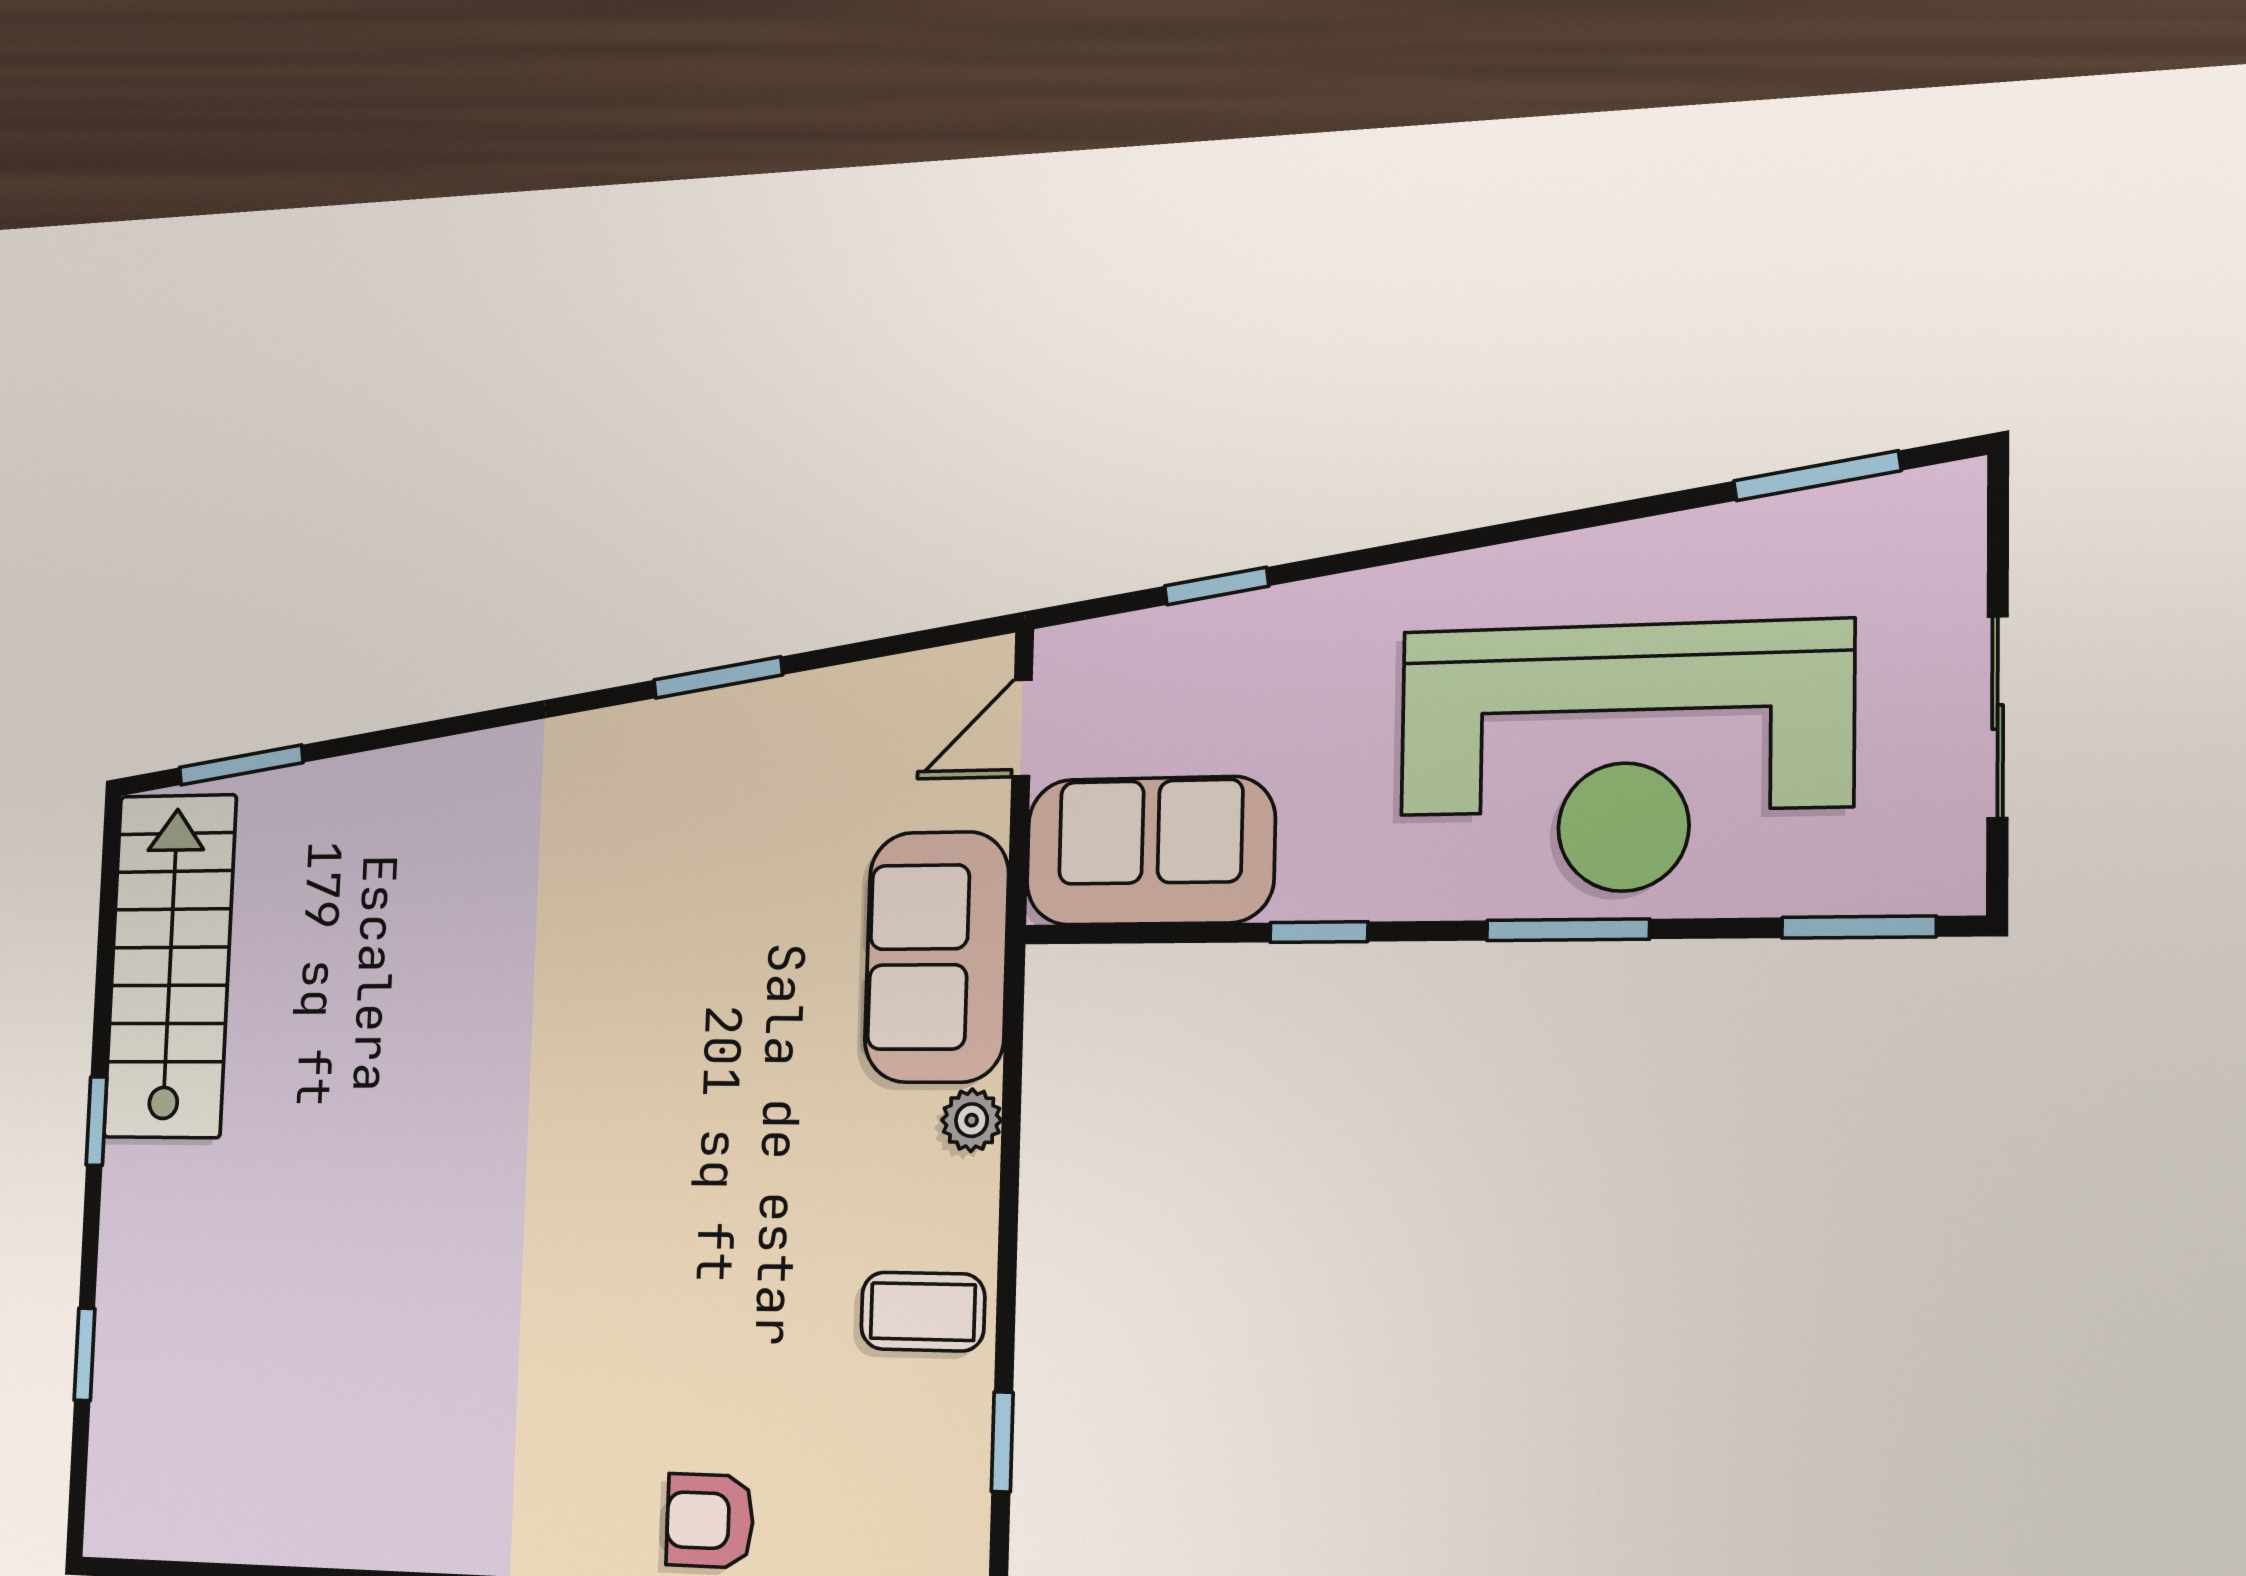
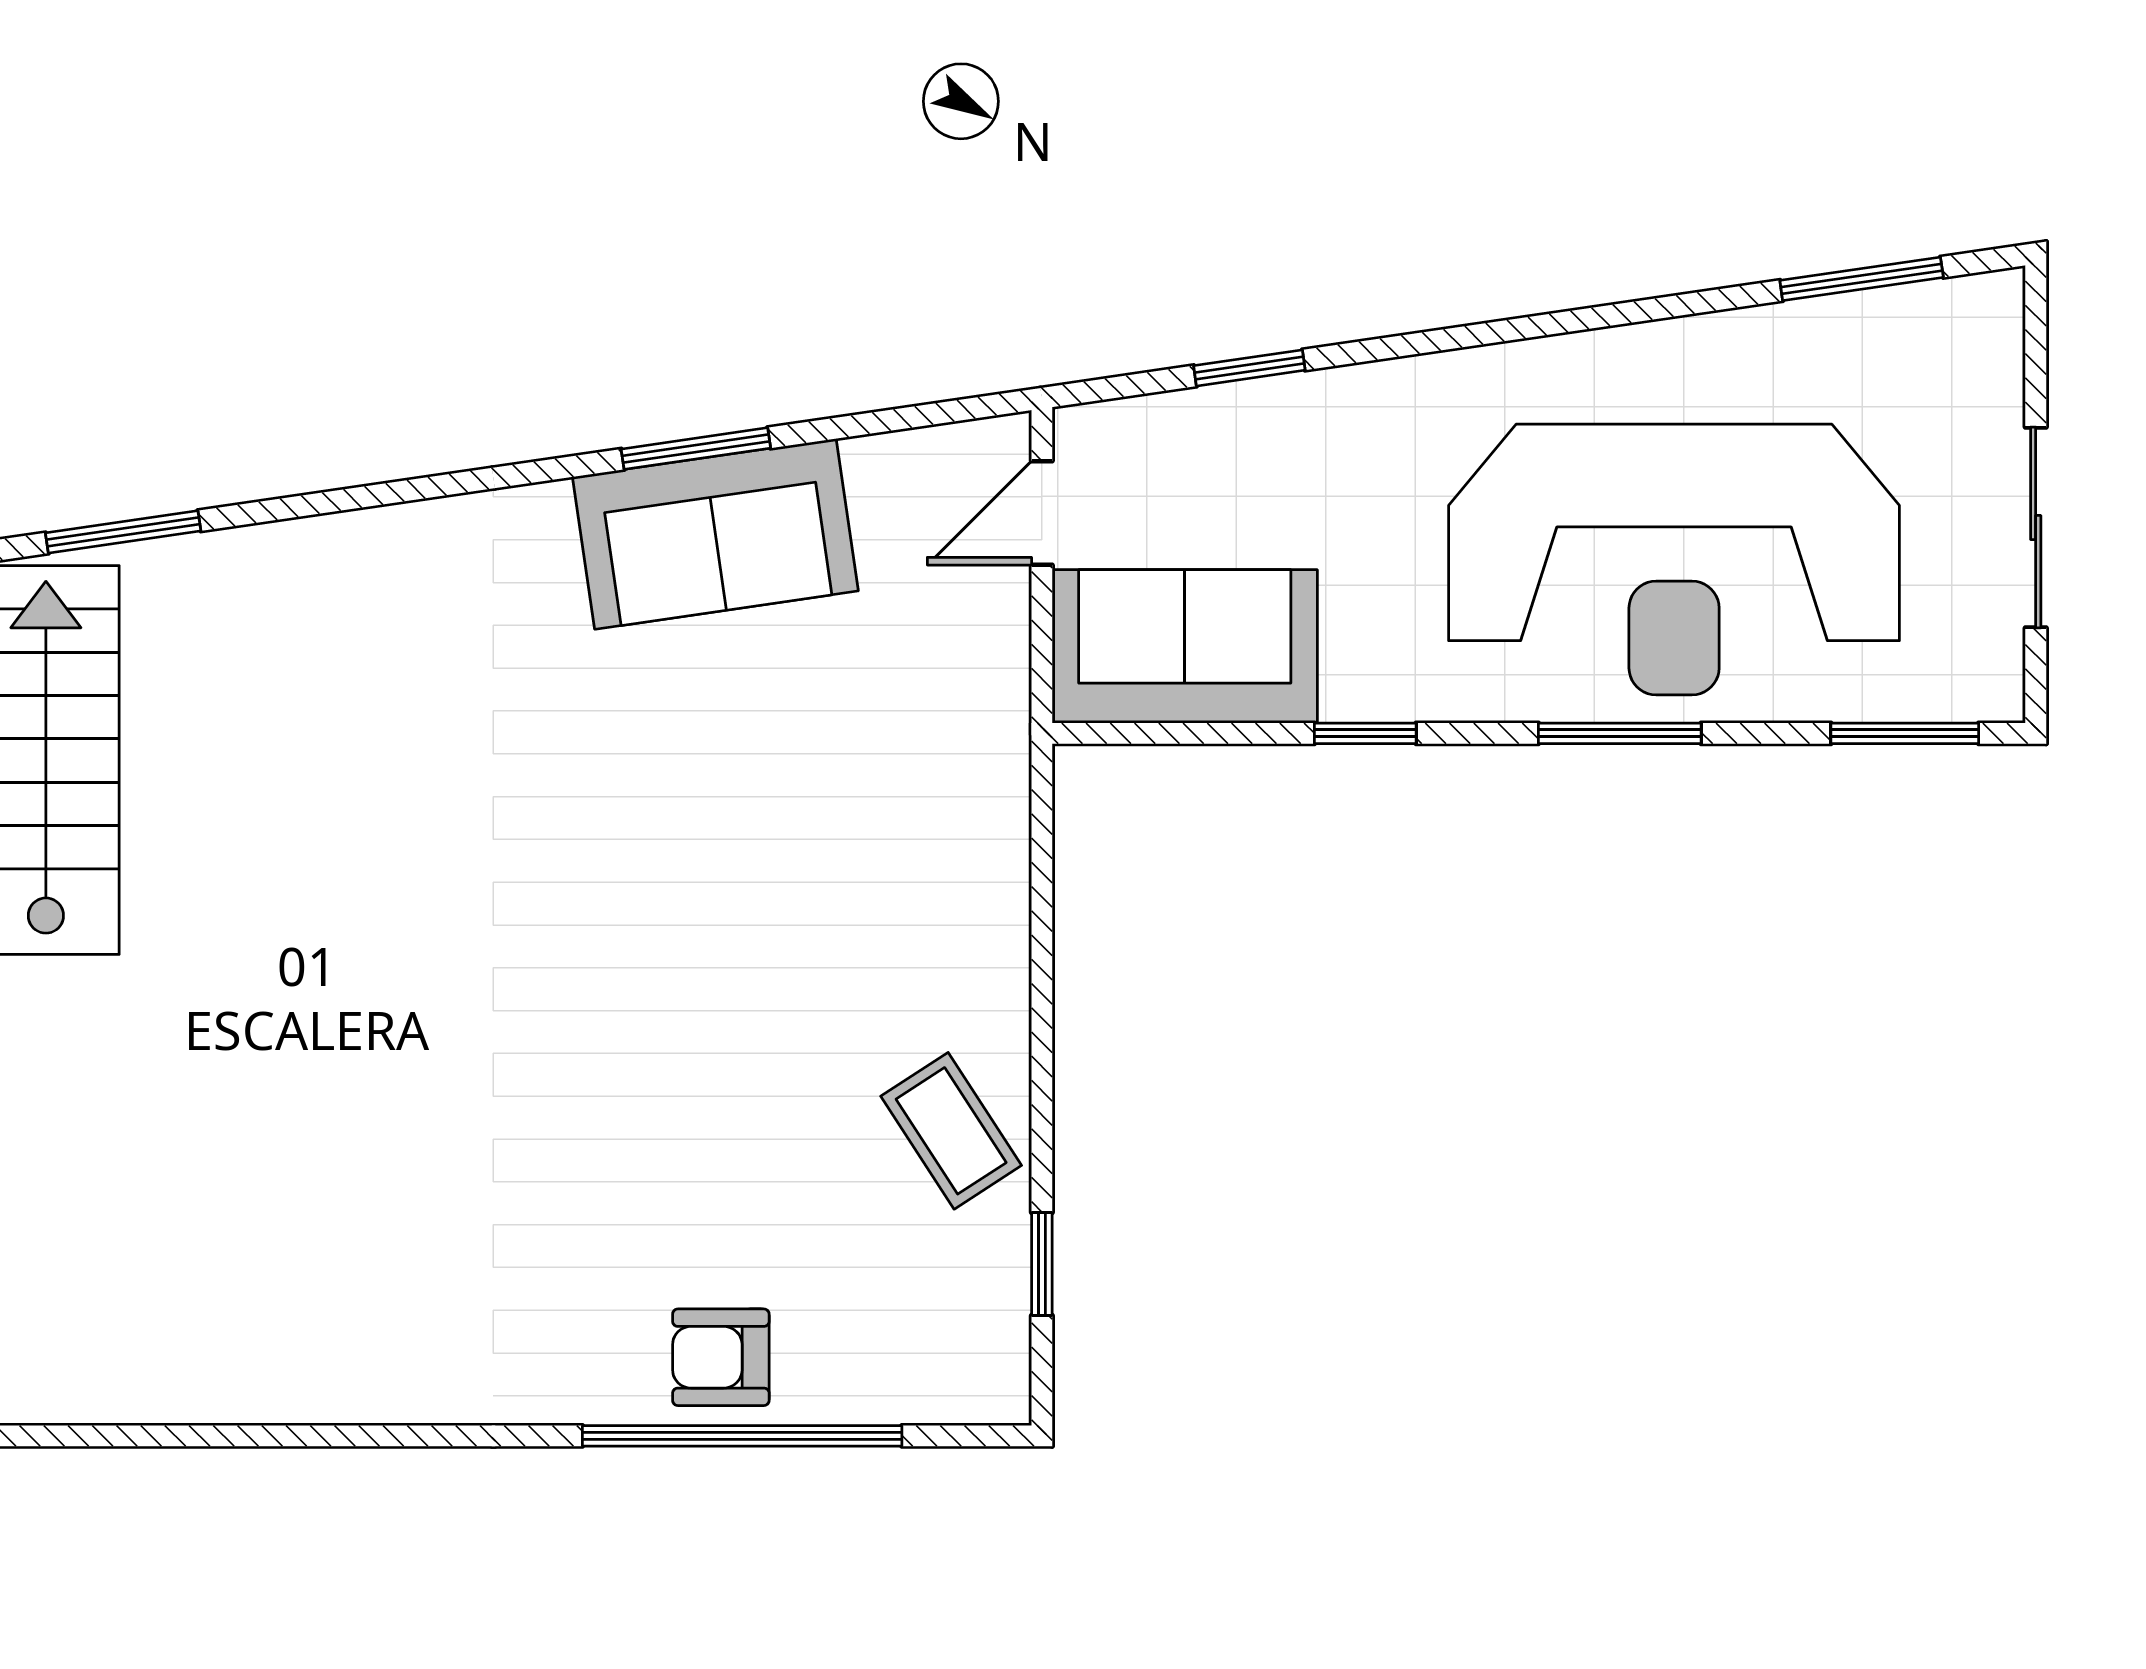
sofa: (936, 957) -> (715, 534), moved, turned -98
plant: (972, 1120) -> (999, 929), removed
coffee table: (923, 1312) -> (951, 1131), turned 57

